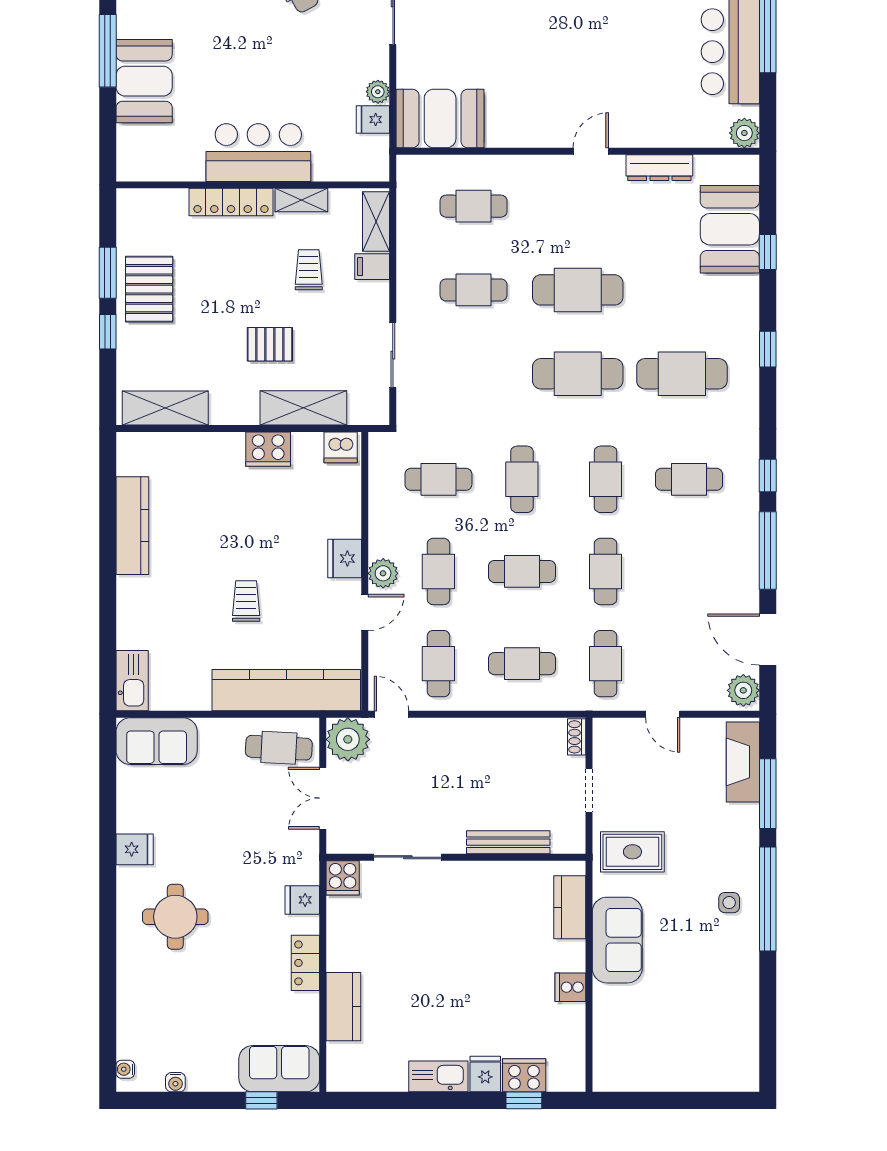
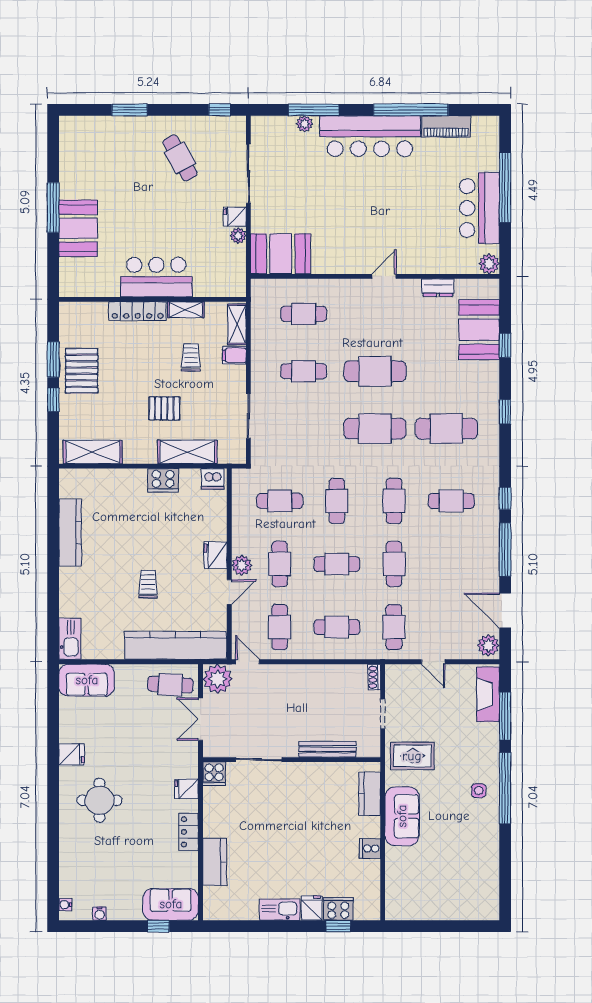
fridge: (373, 120) -> (235, 217), moved
dresser: (659, 168) -> (438, 288), width x0.70

